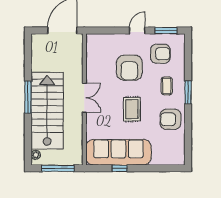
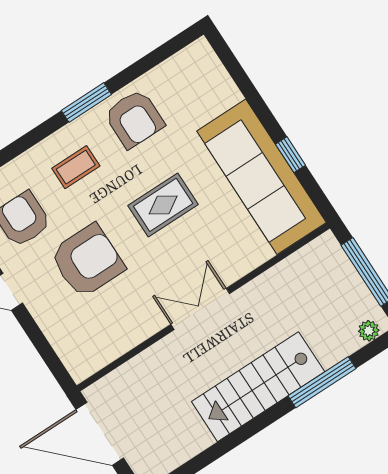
window: (188, 92) -> (86, 103), moved
window: (28, 97) -> (322, 382), moved
stairs: (47, 111) -> (258, 387), width x0.73, depth x0.66

